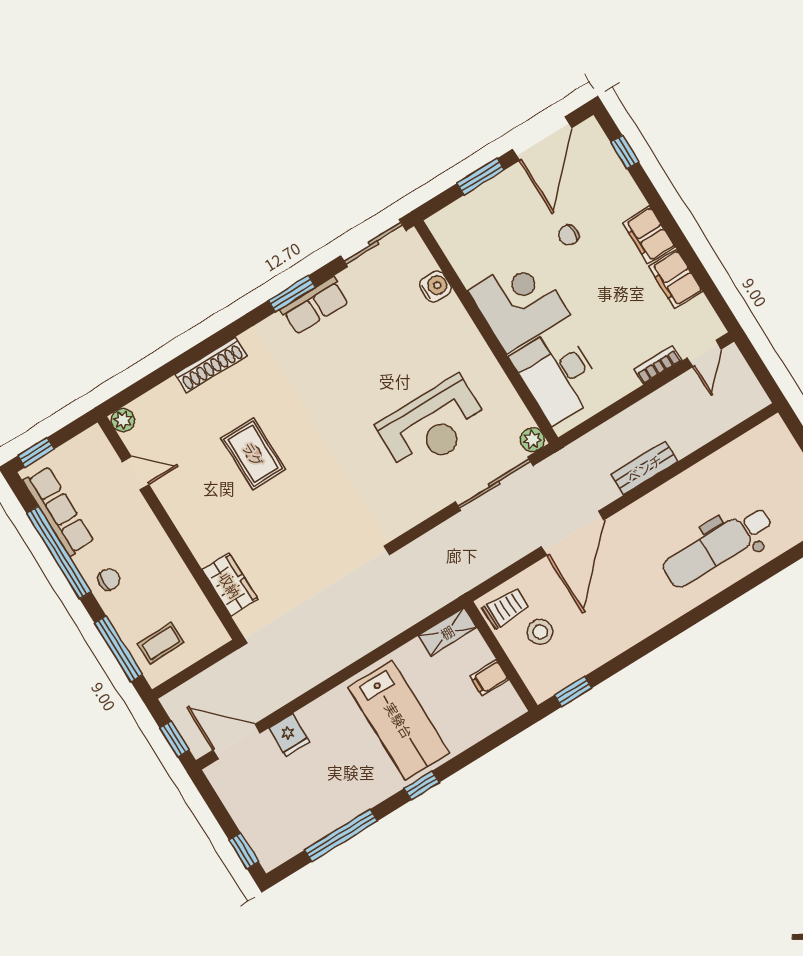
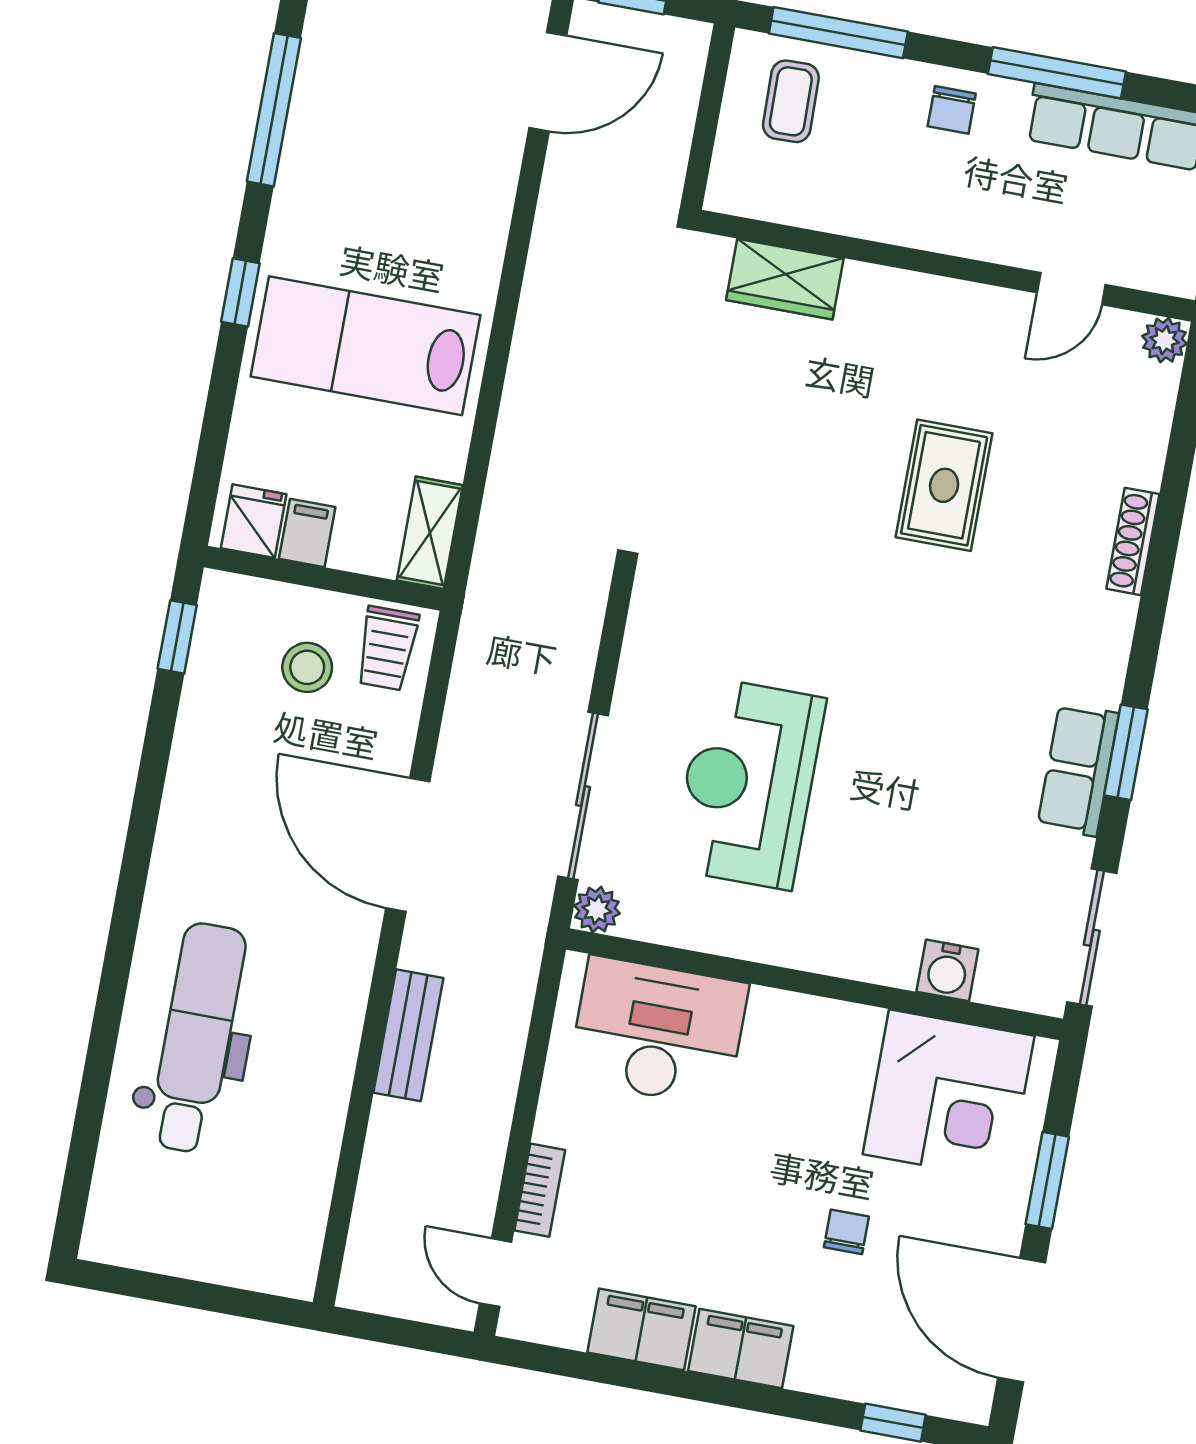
corner desk: (519, 303) -> (949, 1095), moved
shoe rack: (211, 365) -> (1133, 541), width x0.74, depth x0.81
rug: (253, 454) -> (944, 485), turned 90
window: (59, 552) -> (1057, 73), width x0.68
fridge: (289, 735) -> (254, 521), moved, turned 90

